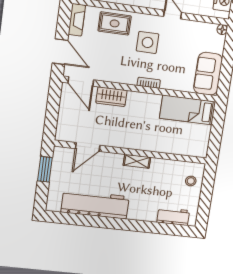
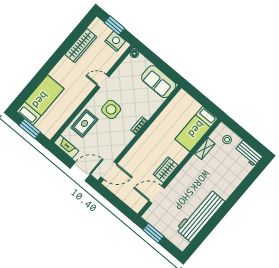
wardrobe: (111, 97) -> (166, 170), moved, turned 180
bed: (188, 110) -> (196, 129), moved
door: (88, 147) -> (157, 195), swing flipped
shelving: (137, 161) -> (205, 149), moved
workbench: (173, 216) -> (249, 153), moved, turned -90

